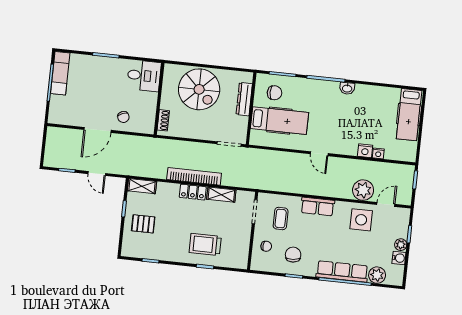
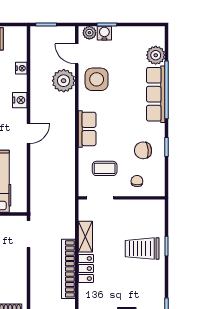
nightstand: (365, 151) -> (20, 100), moved
trolley: (205, 244) -> (142, 249), turned 90
plant: (401, 245) -> (89, 33), moved
water cooler: (399, 258) -> (104, 33), moved

